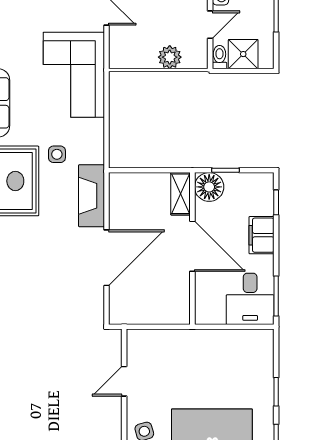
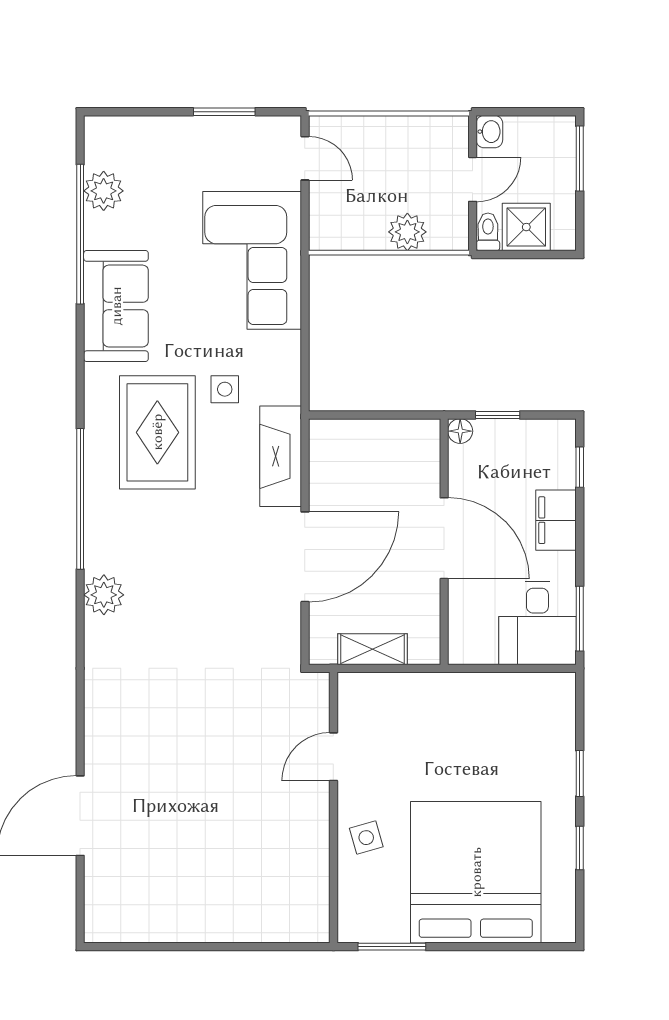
floor lamp: (209, 187) -> (460, 431), width x0.53, depth x0.53
shelving: (181, 194) -> (372, 649), moved, turned 90

